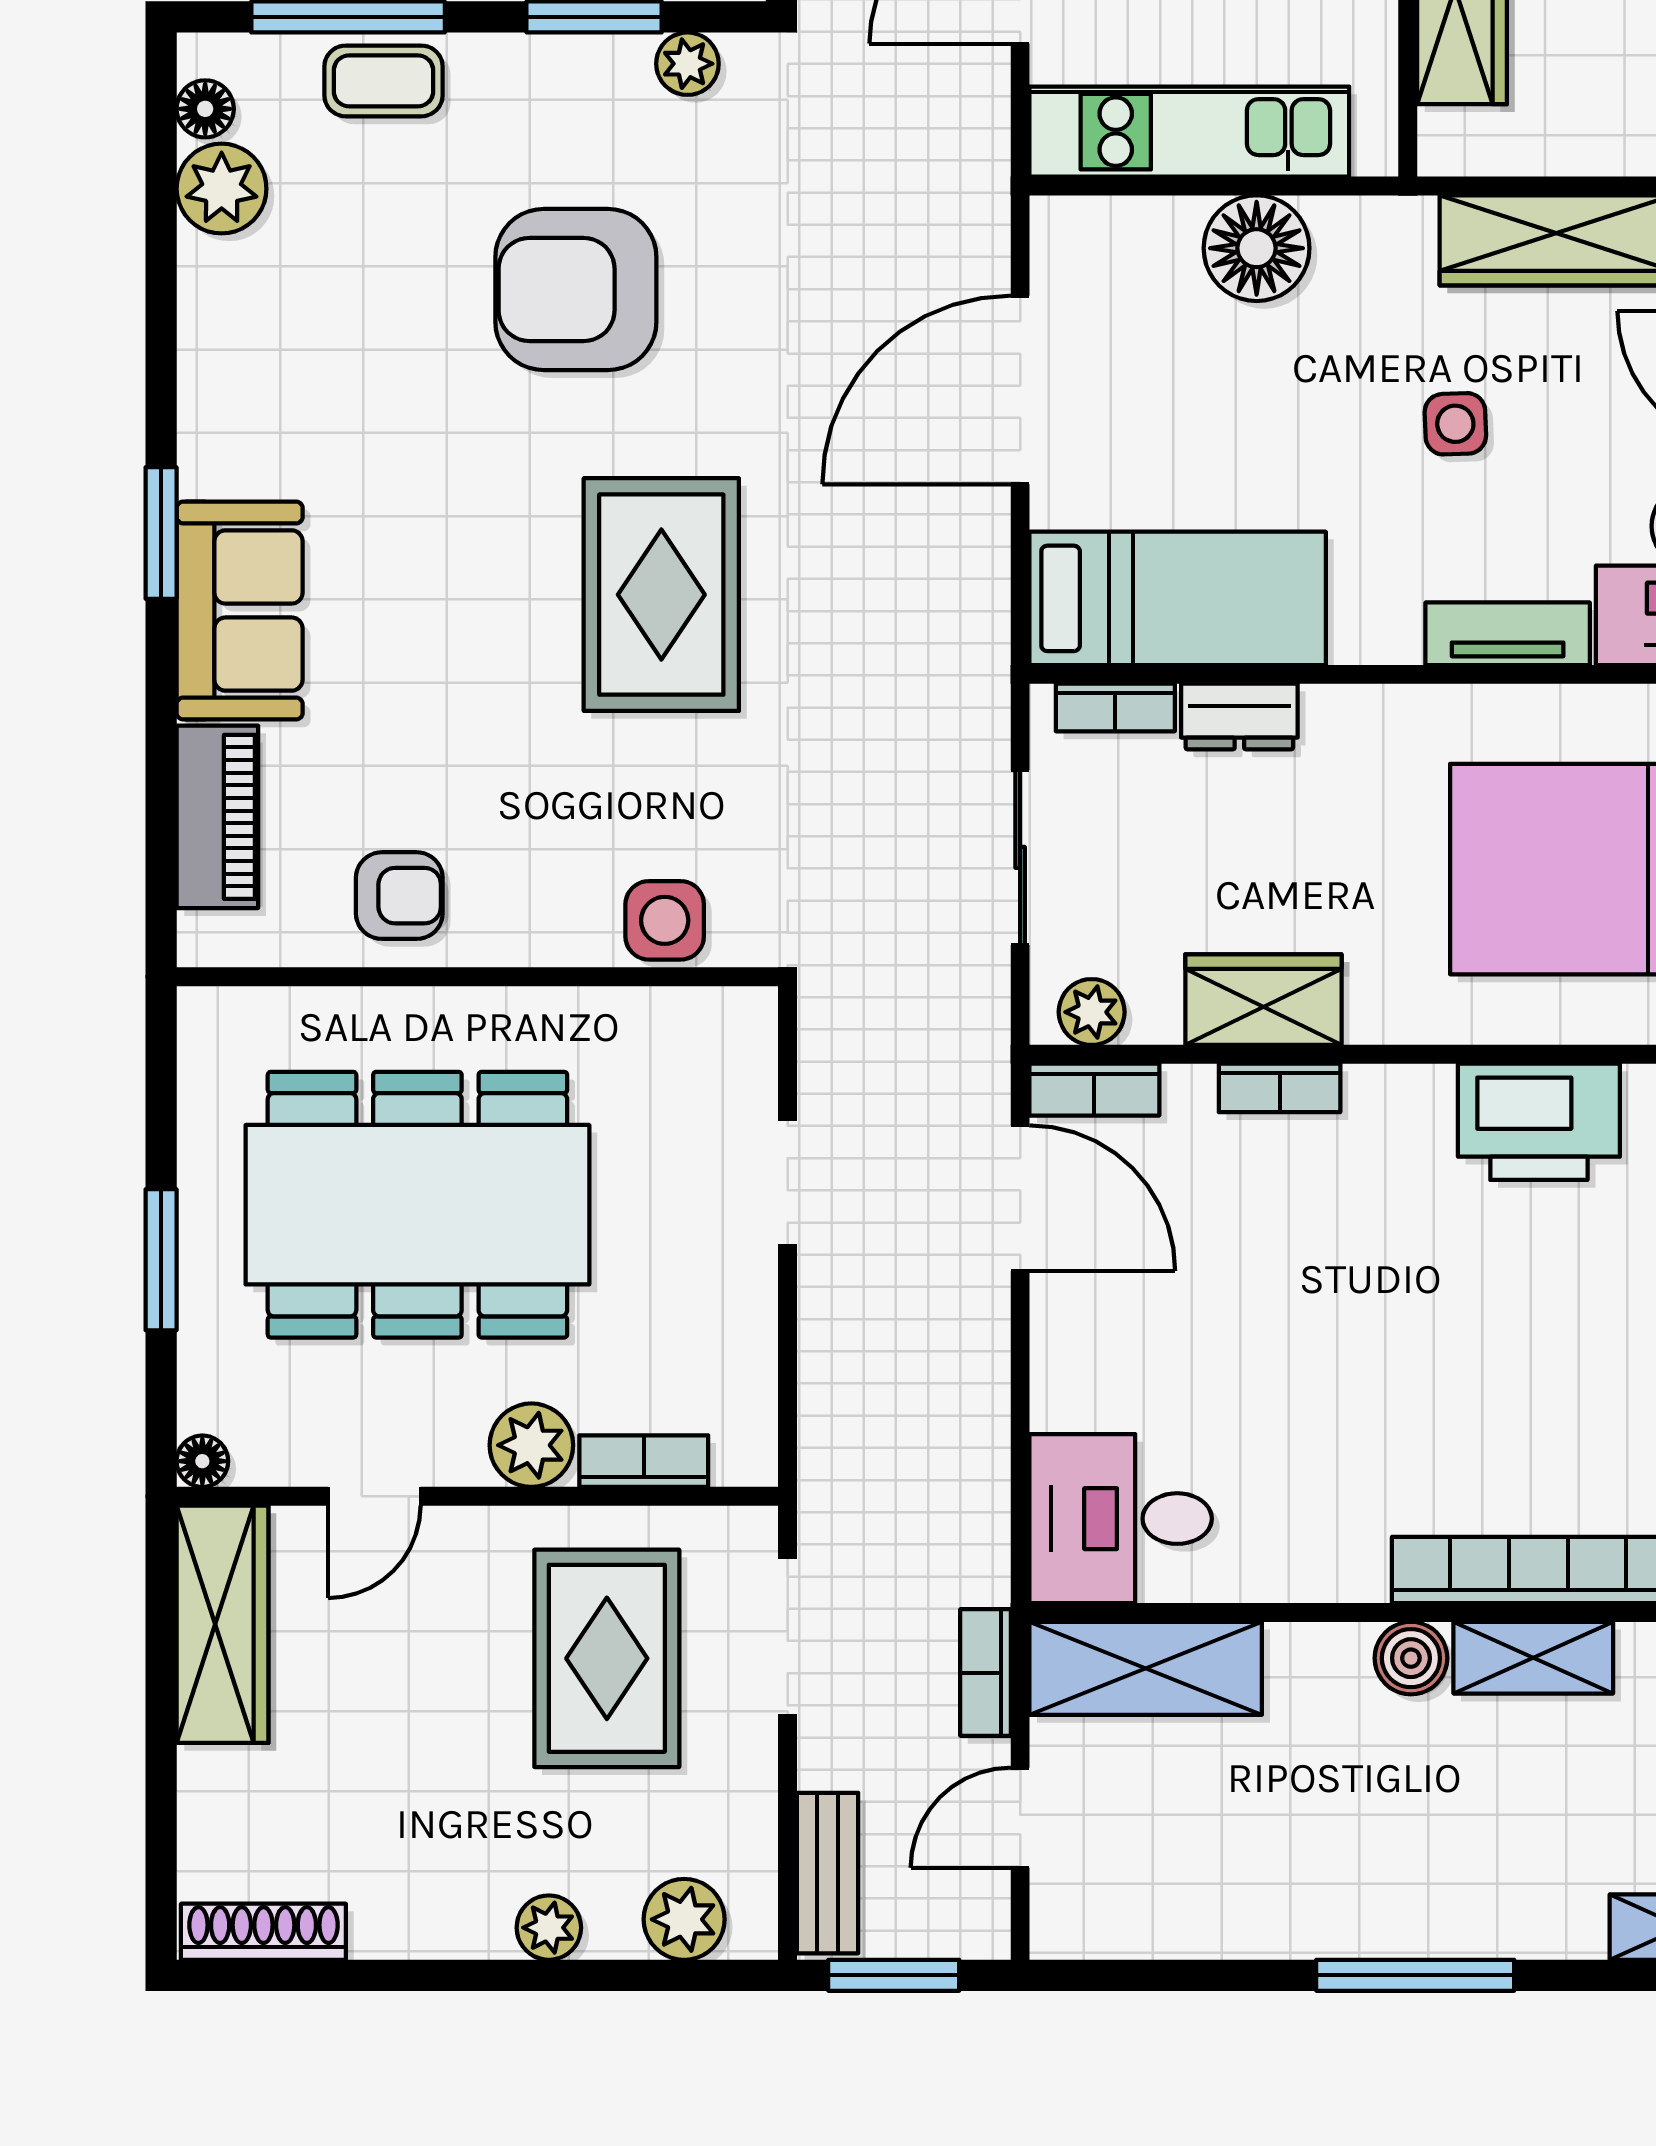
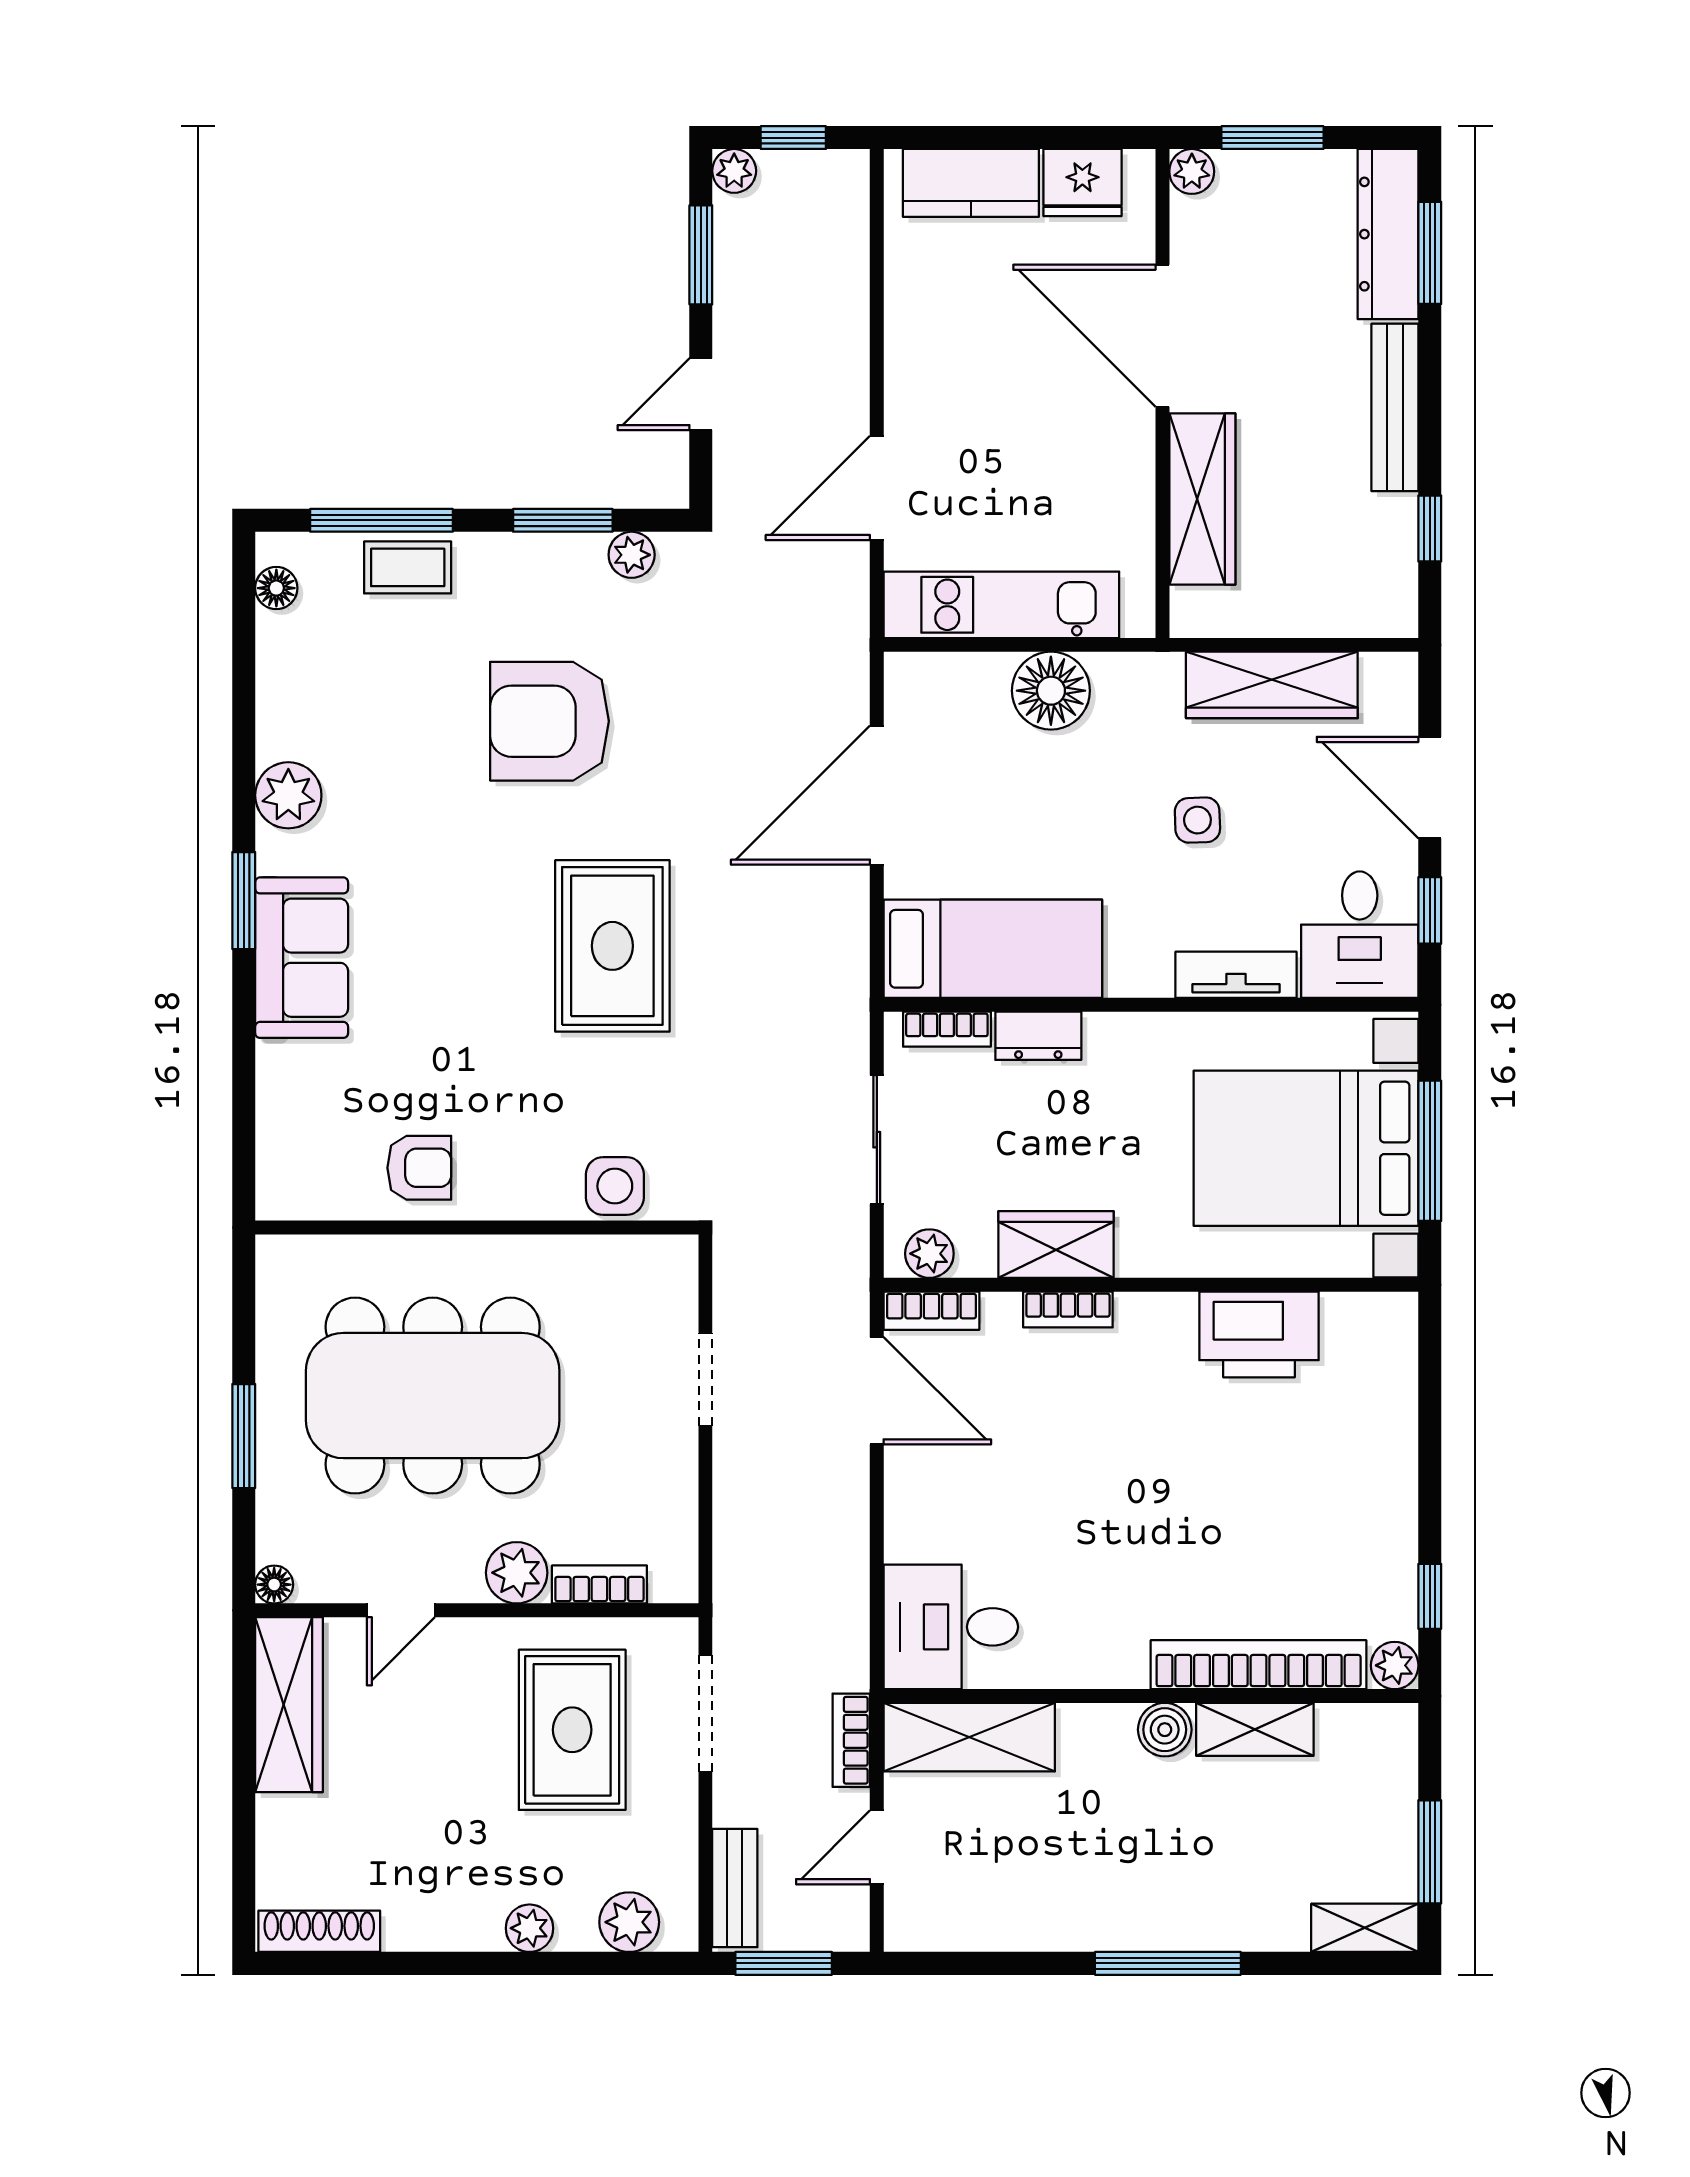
plant: (222, 189) -> (288, 795), moved
piano: (217, 817) -> (285, 1110), removed

